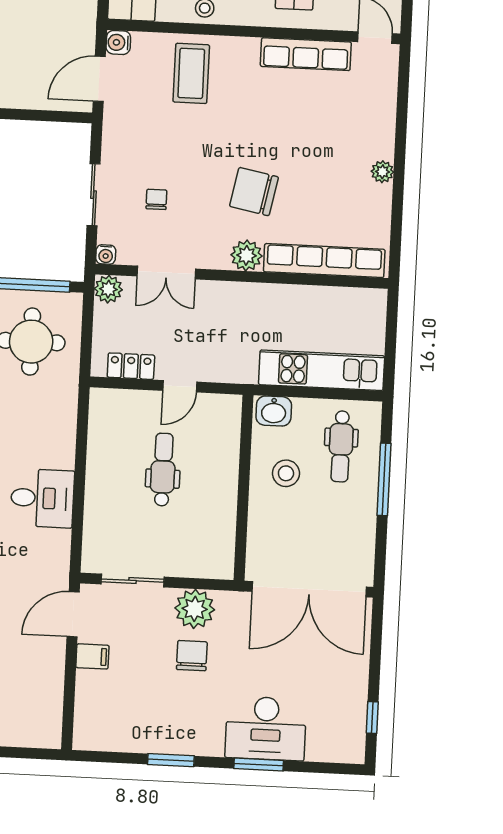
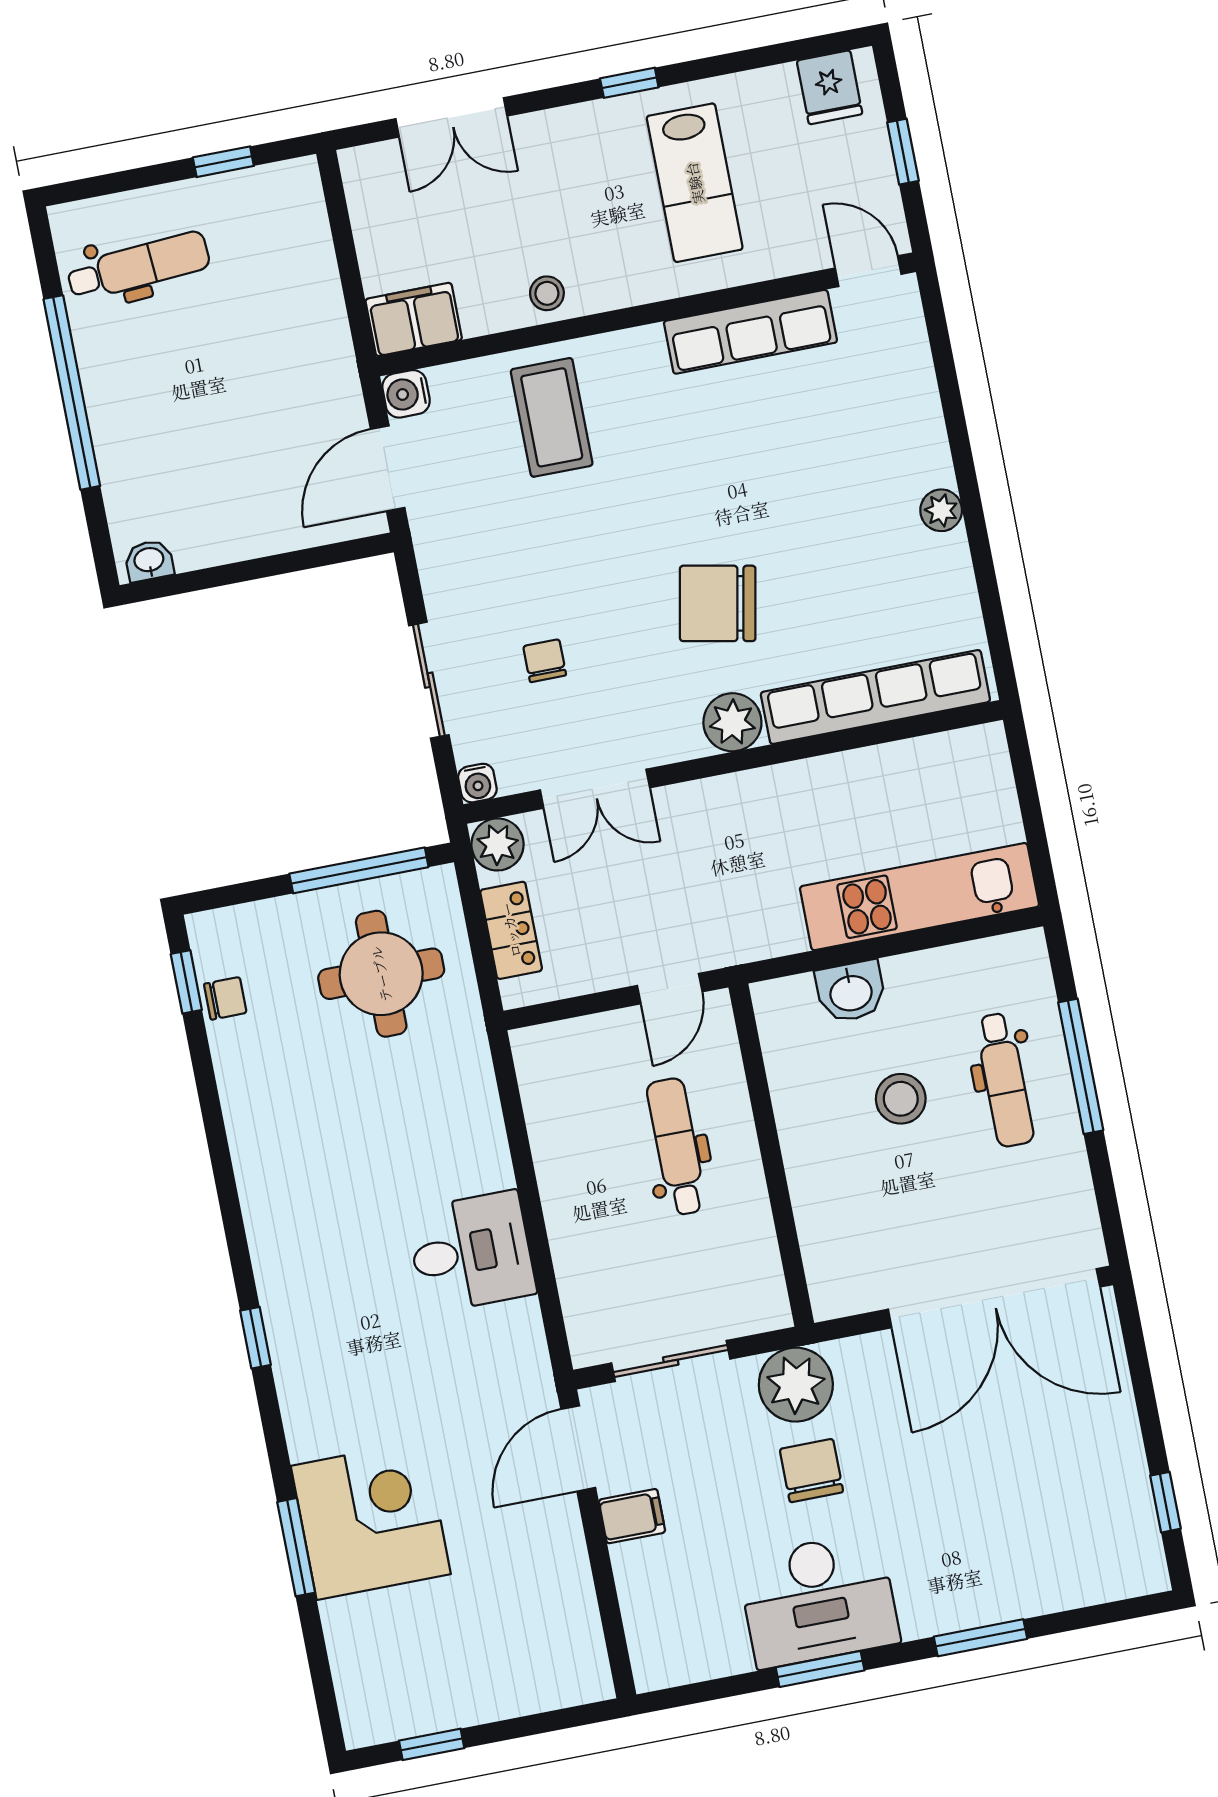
locker: (131, 366) -> (511, 930), moved, turned 90
dental chair: (341, 446) -> (1005, 1080), moved
wall: (244, 488) -> (771, 1155), moved
desk: (266, 728) -> (818, 1600), moved

